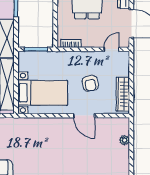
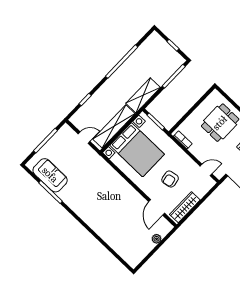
bed with nightstands: (43, 93) -> (137, 150), width x1.36
door: (84, 116) -> (157, 207), moved

